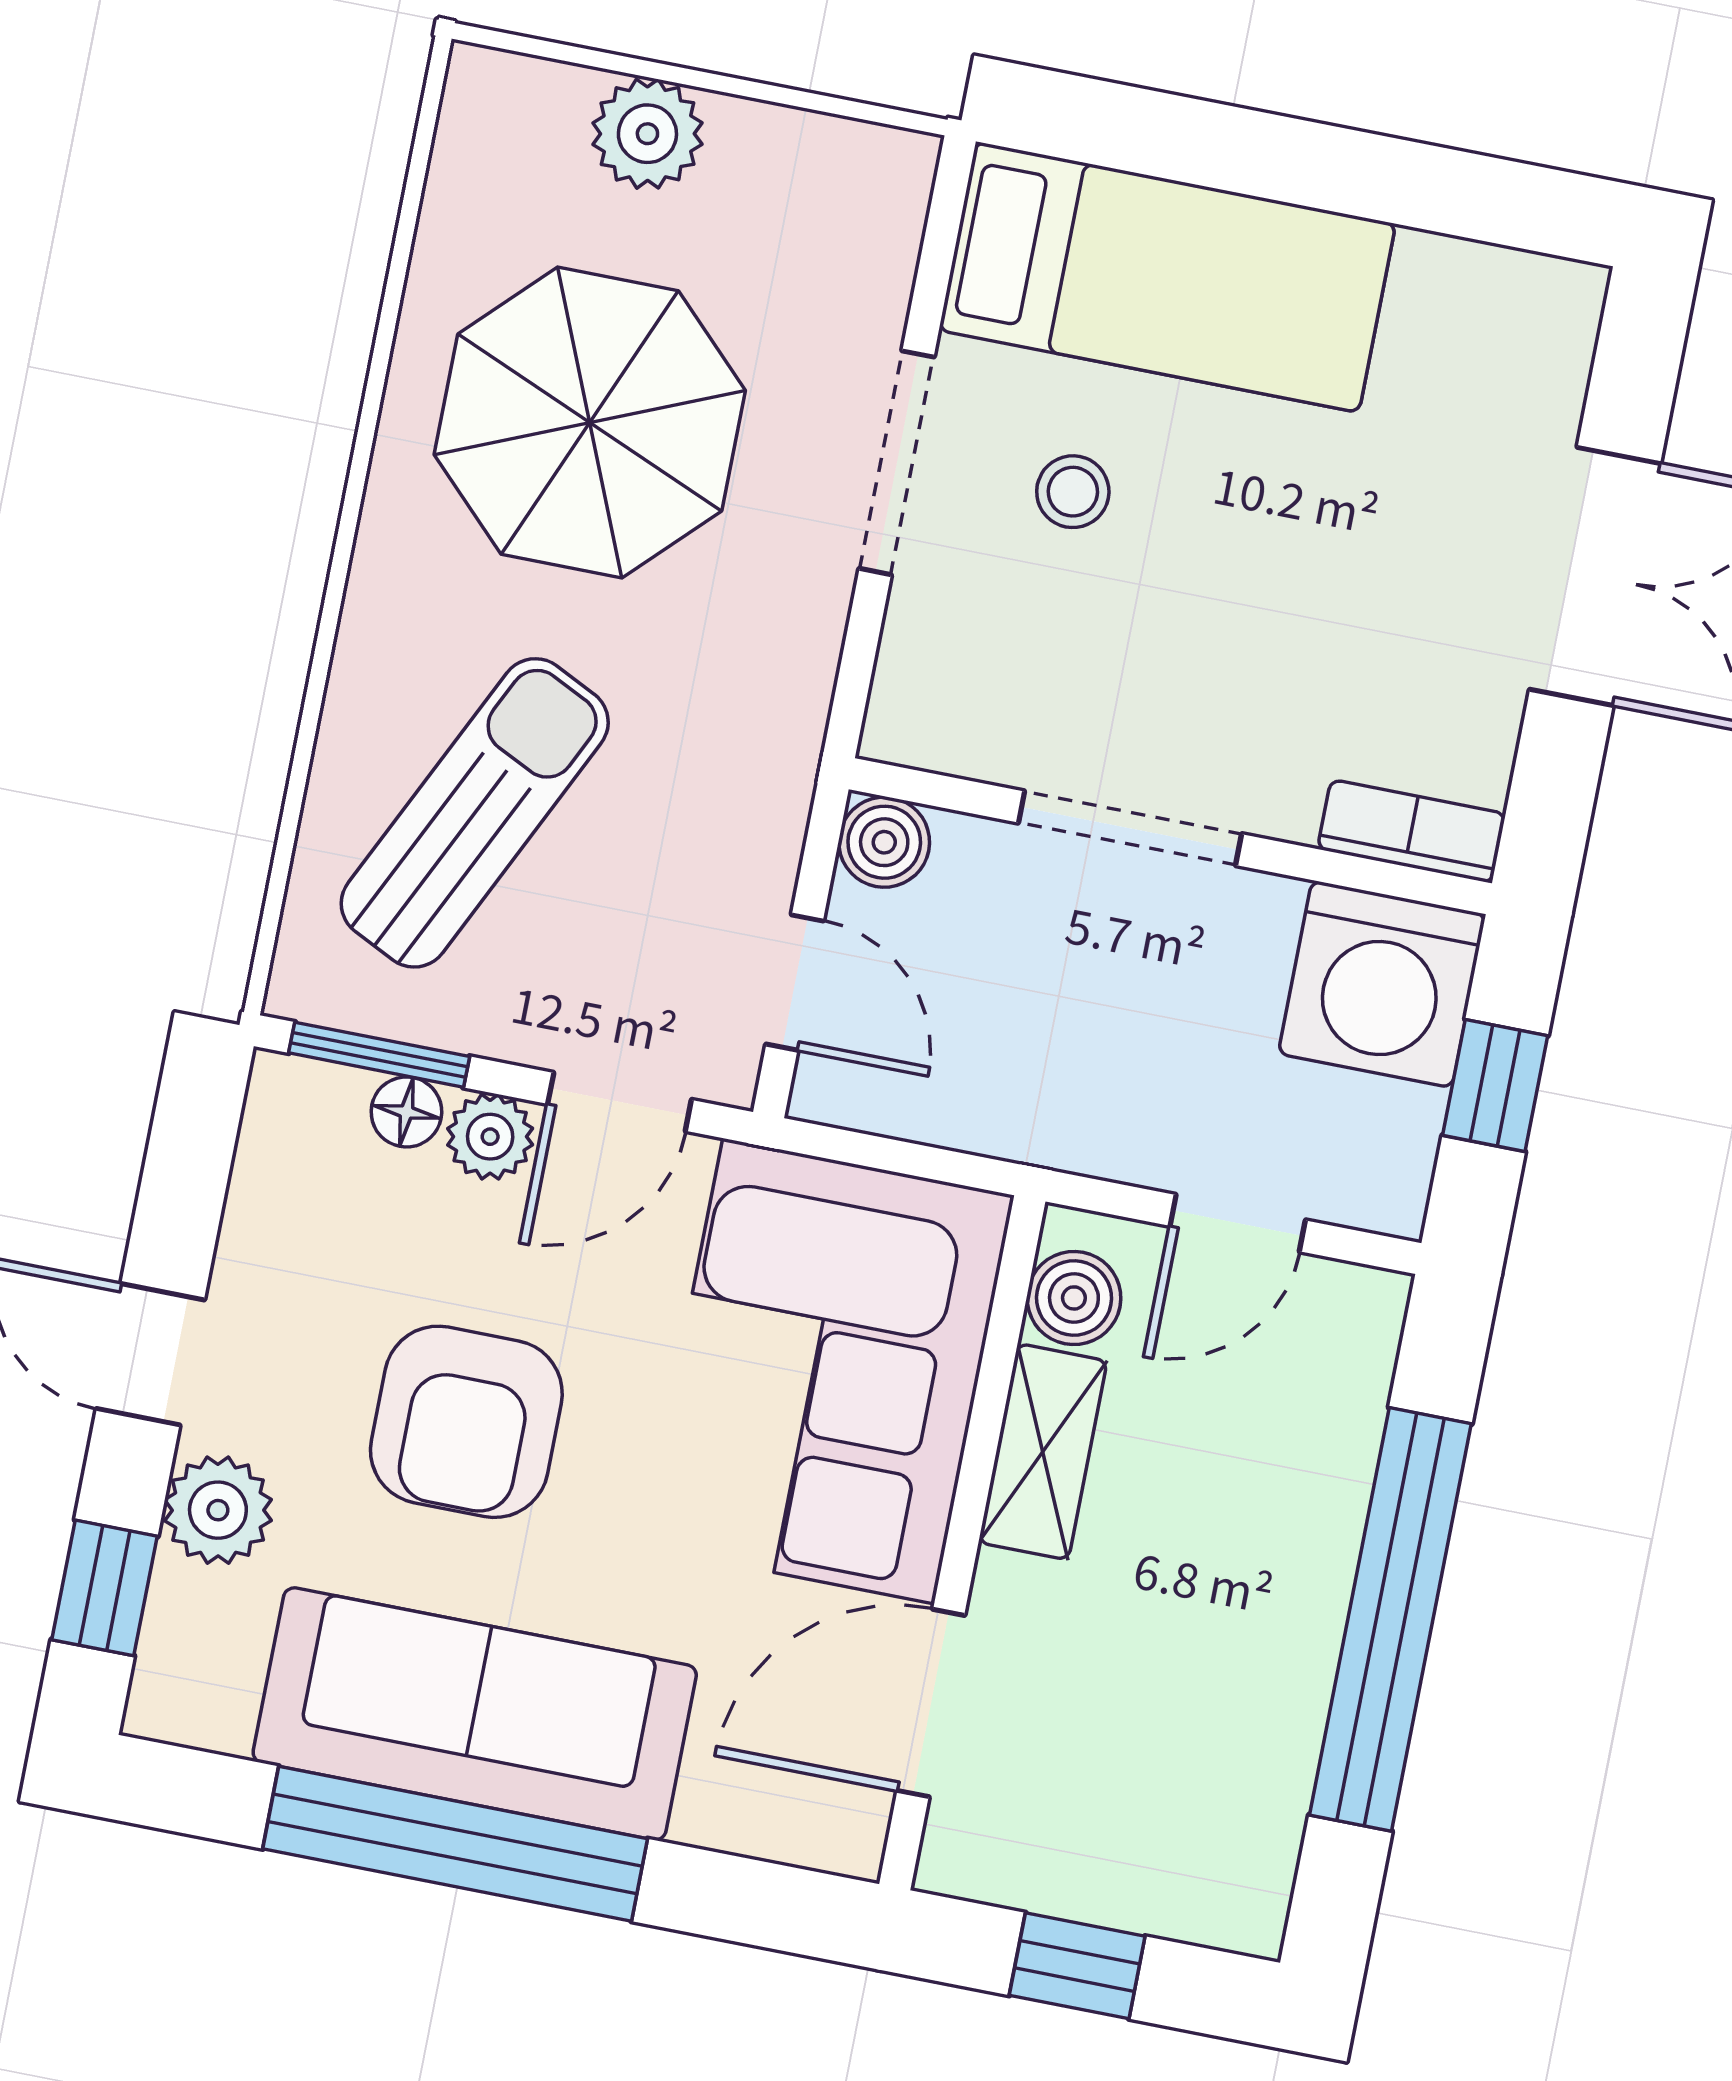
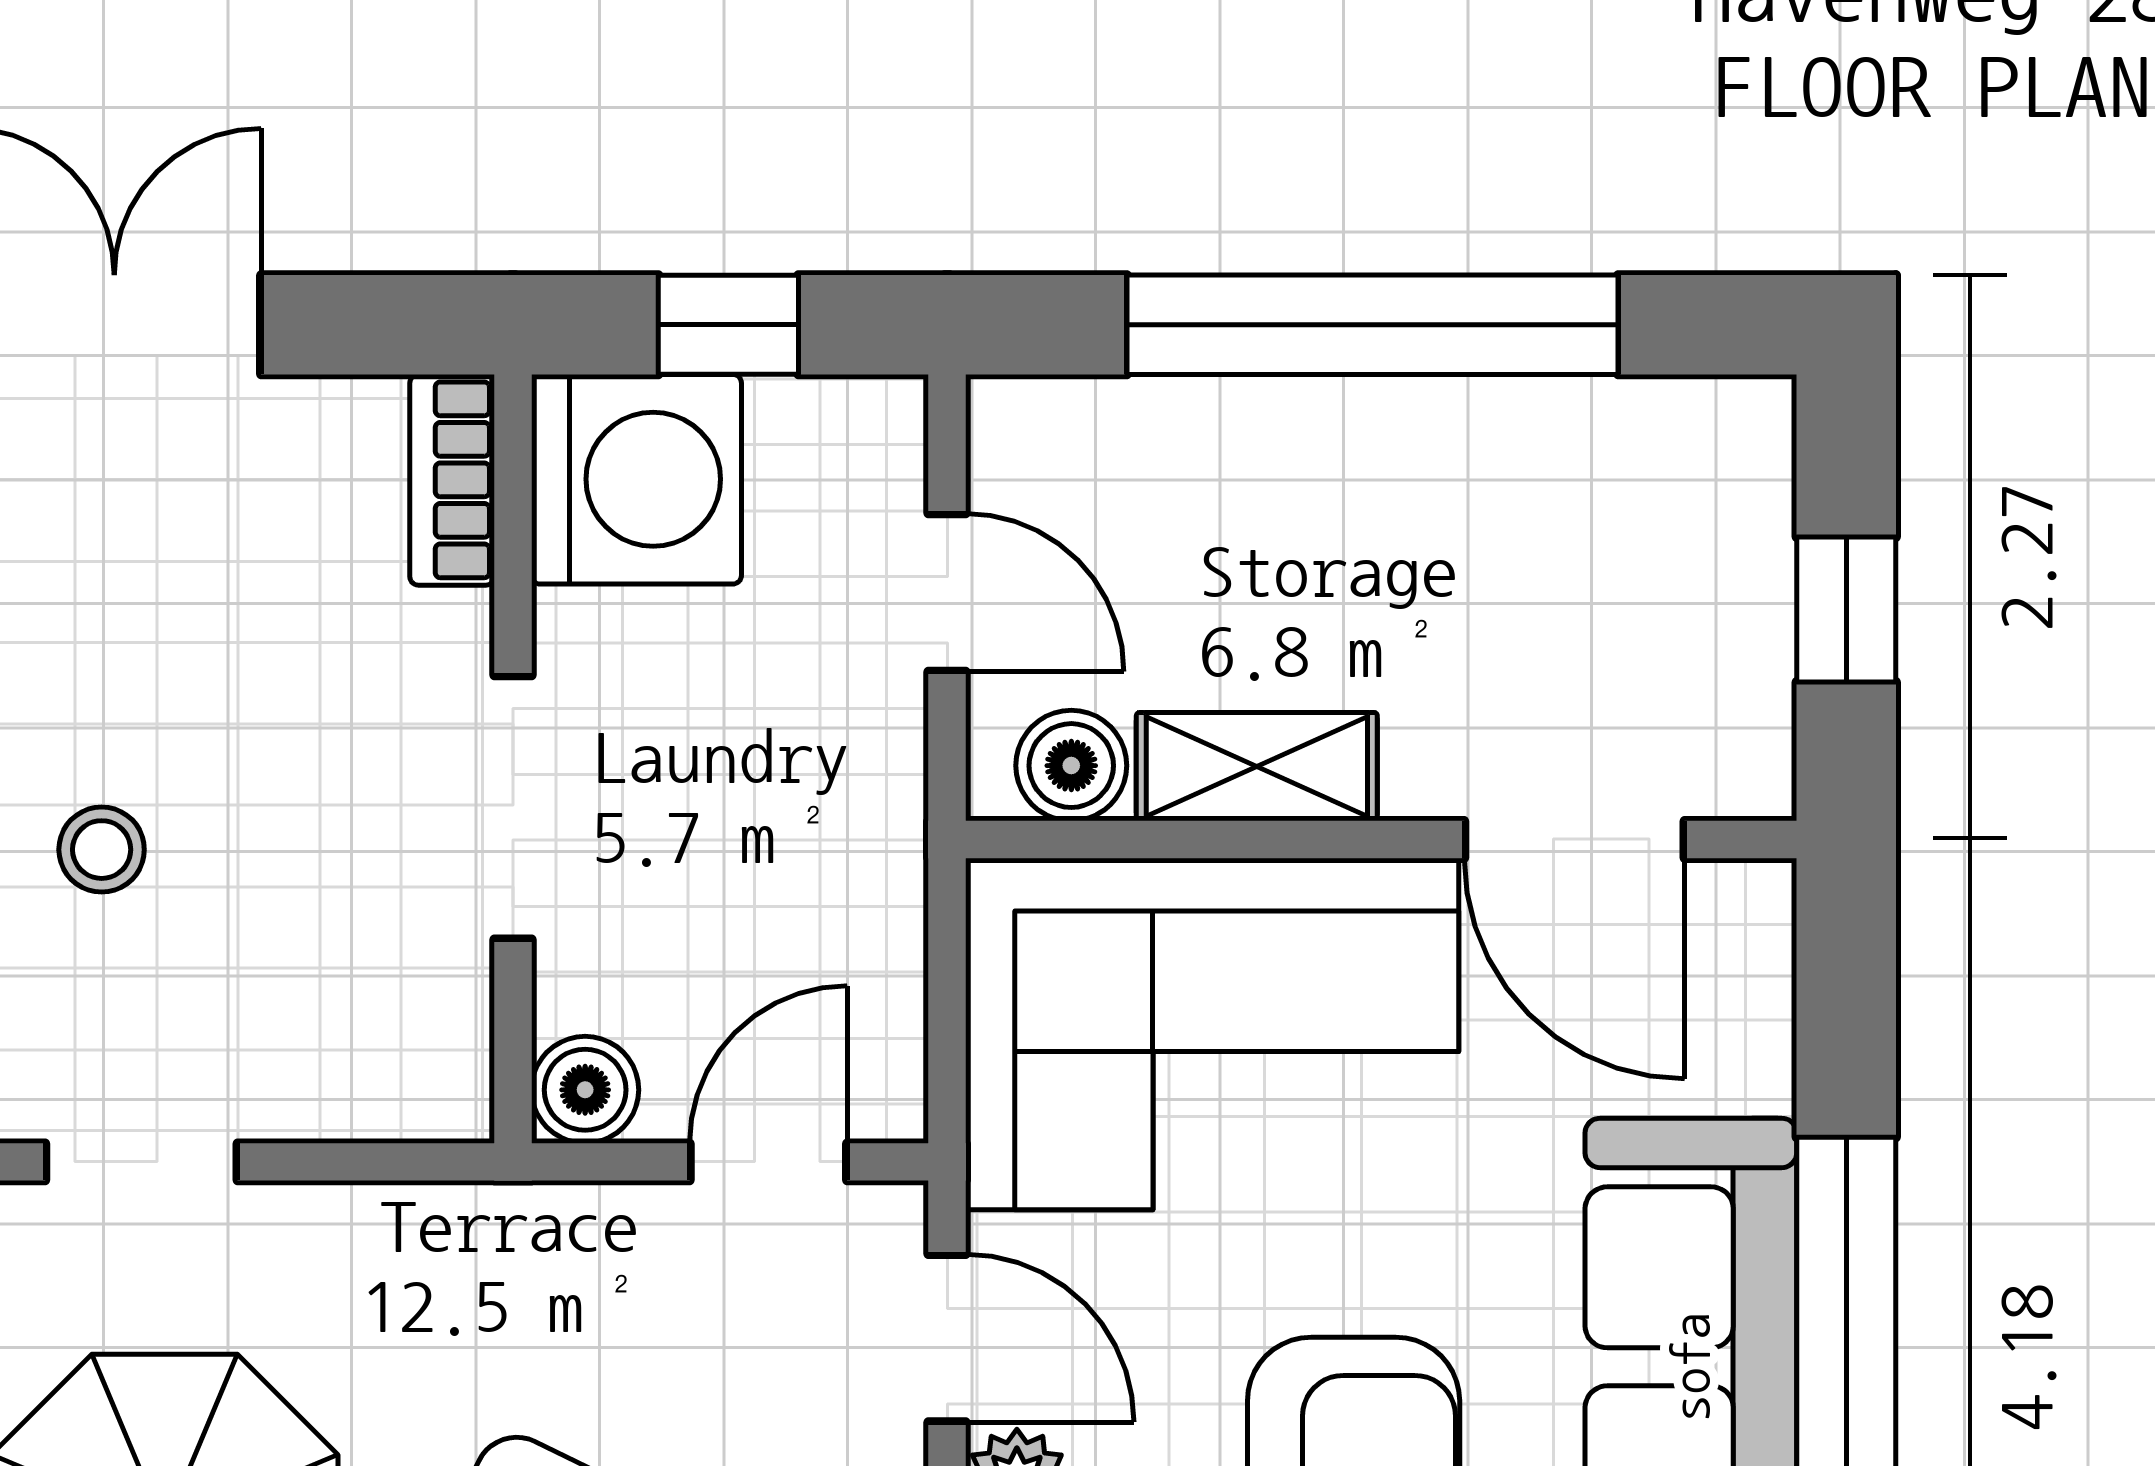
doorway: (897, 463) -> (141, 1162), width x0.73
stool: (1073, 492) -> (102, 850), moved

